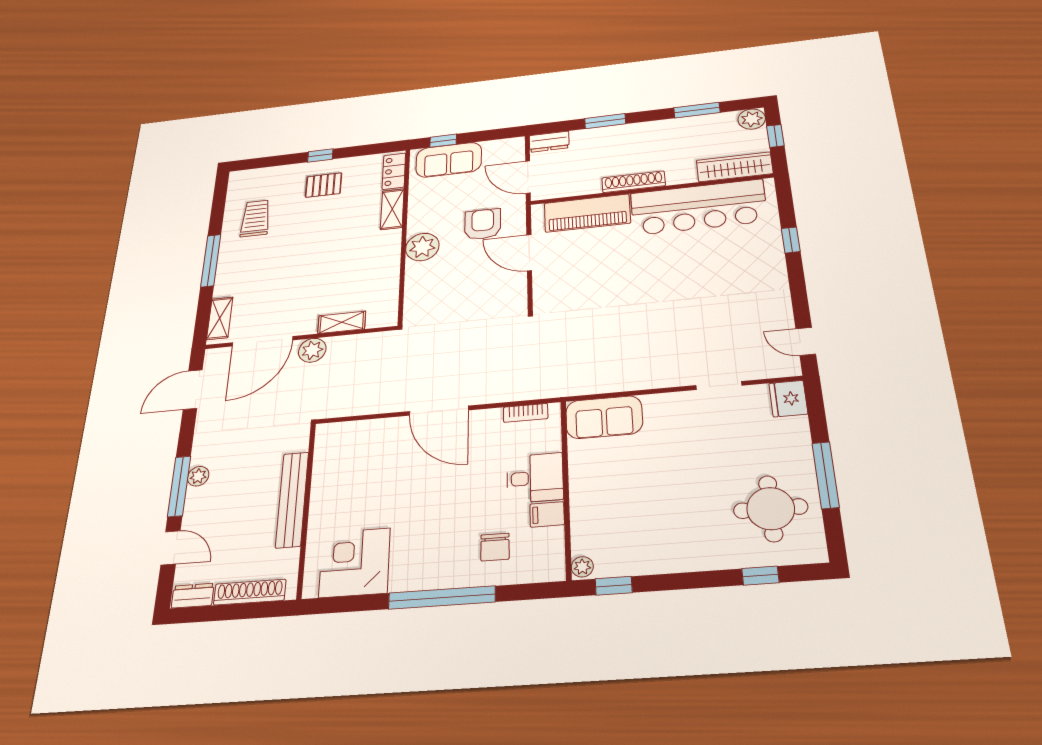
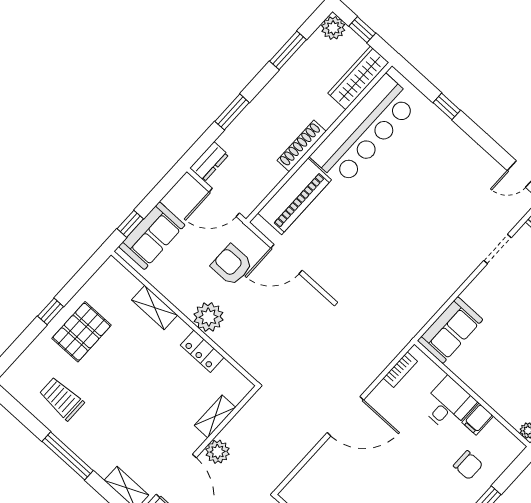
locker: (394, 171) -> (202, 351), moved
pallet: (324, 185) -> (82, 332), width x1.50, depth x1.42

